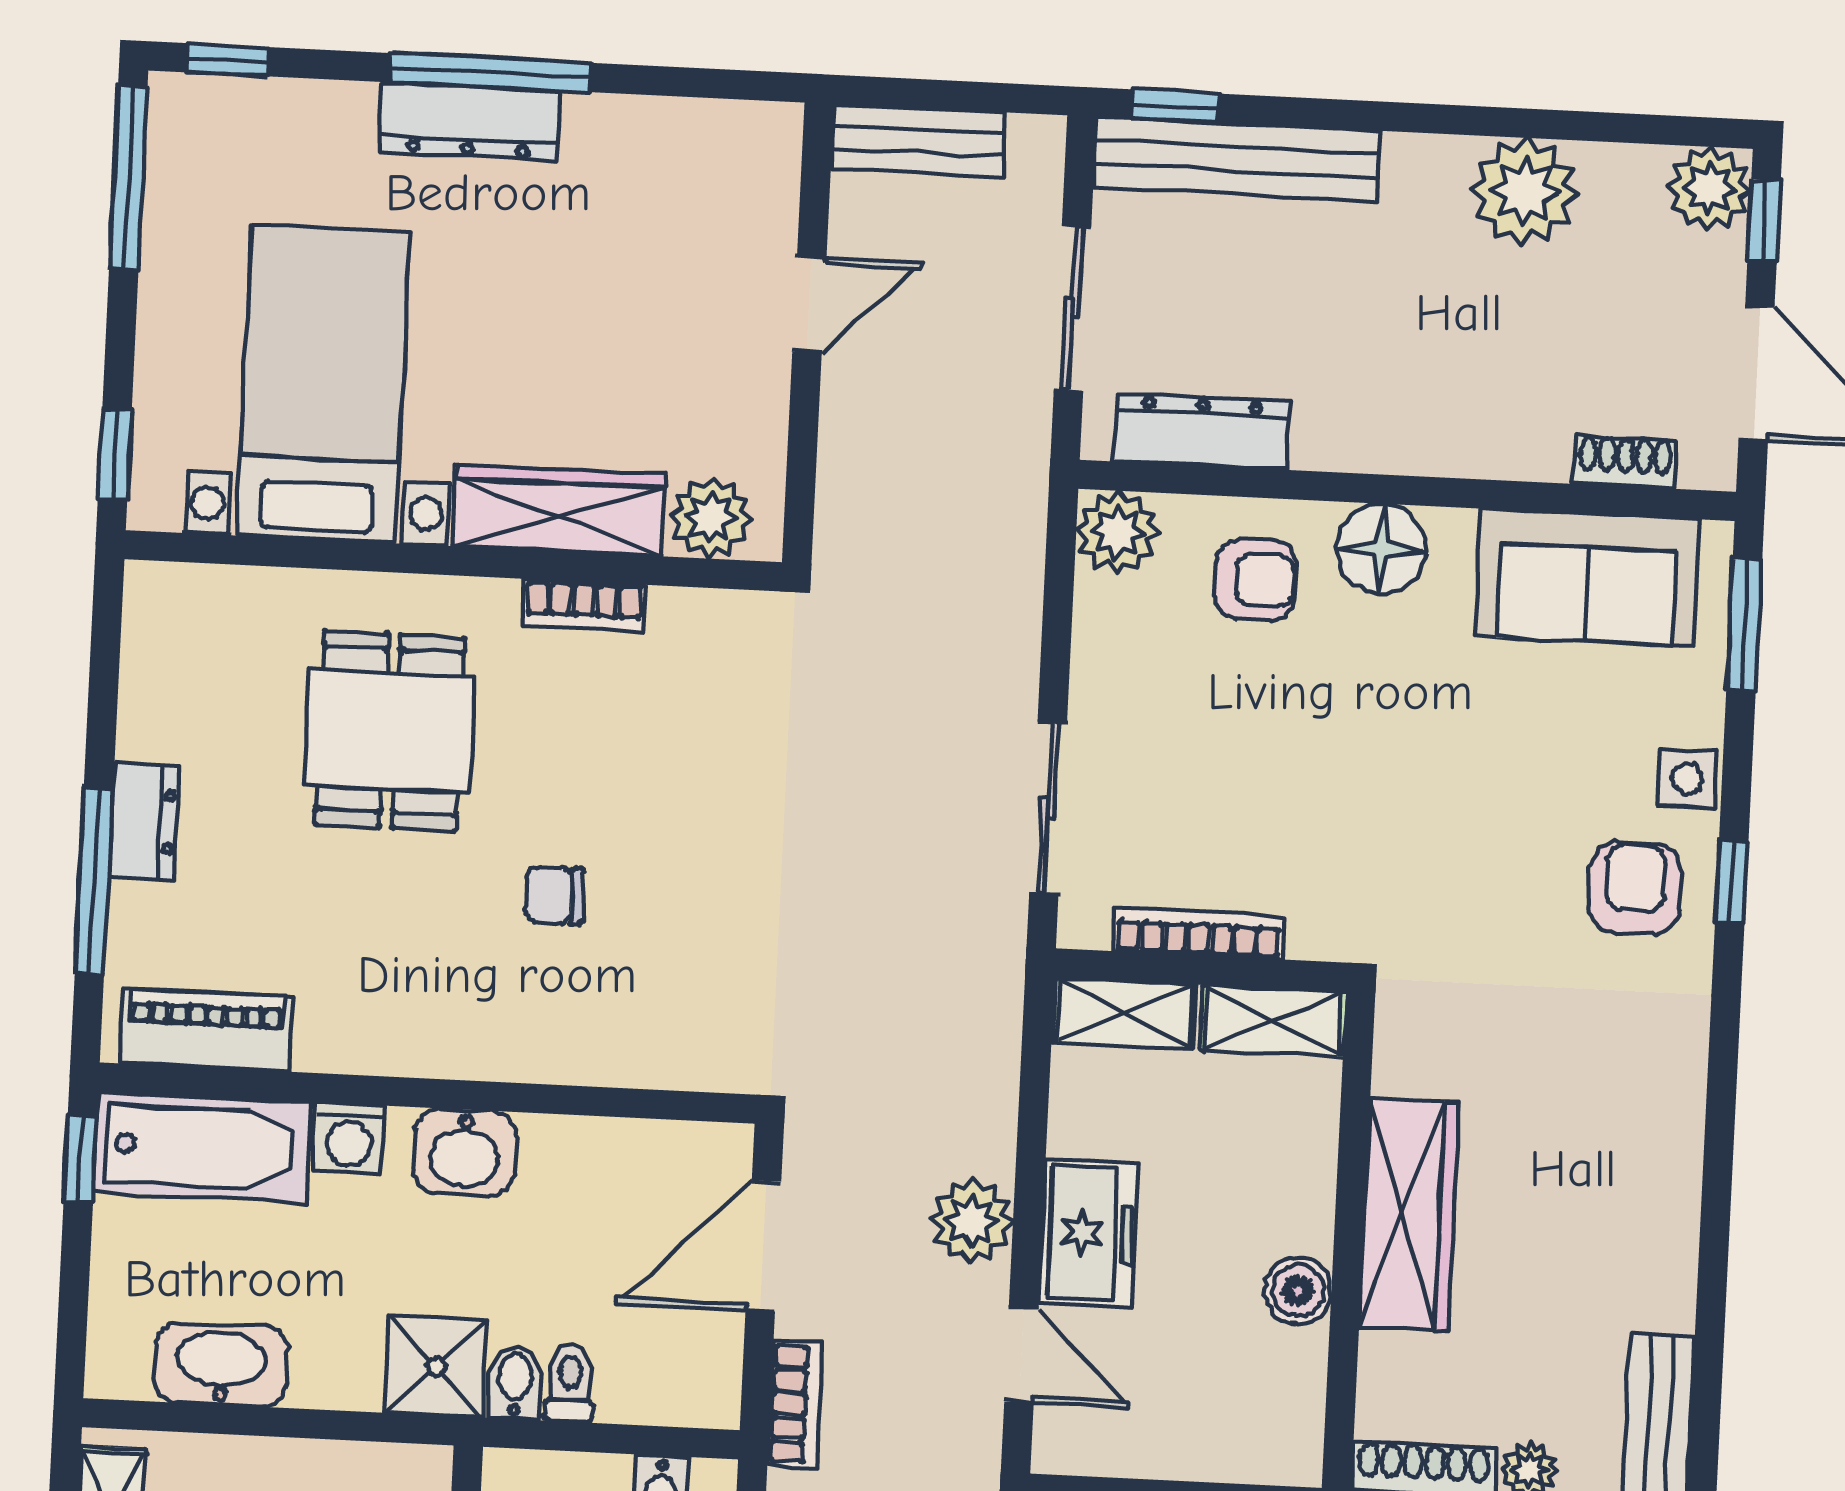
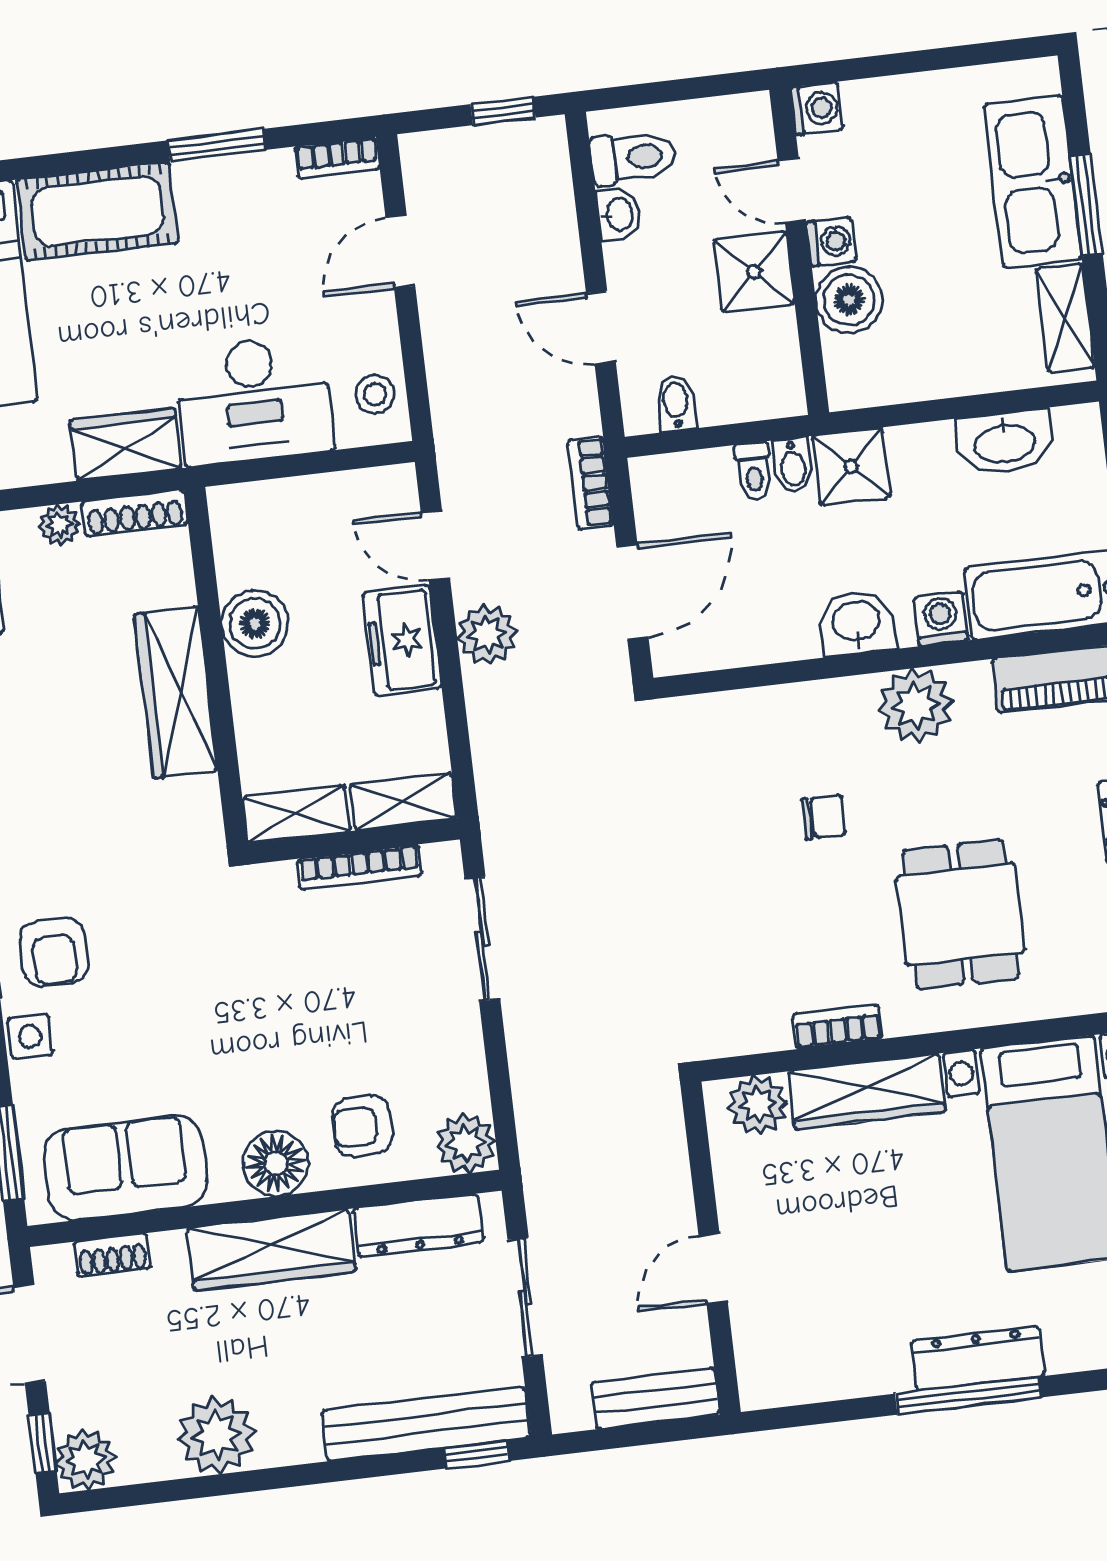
wardrobe: (1407, 432) -> (271, 1250), added
plant: (403, 1026) -> (916, 706), added
boiler: (1298, 1291) -> (255, 623), width x1.36, depth x1.36

